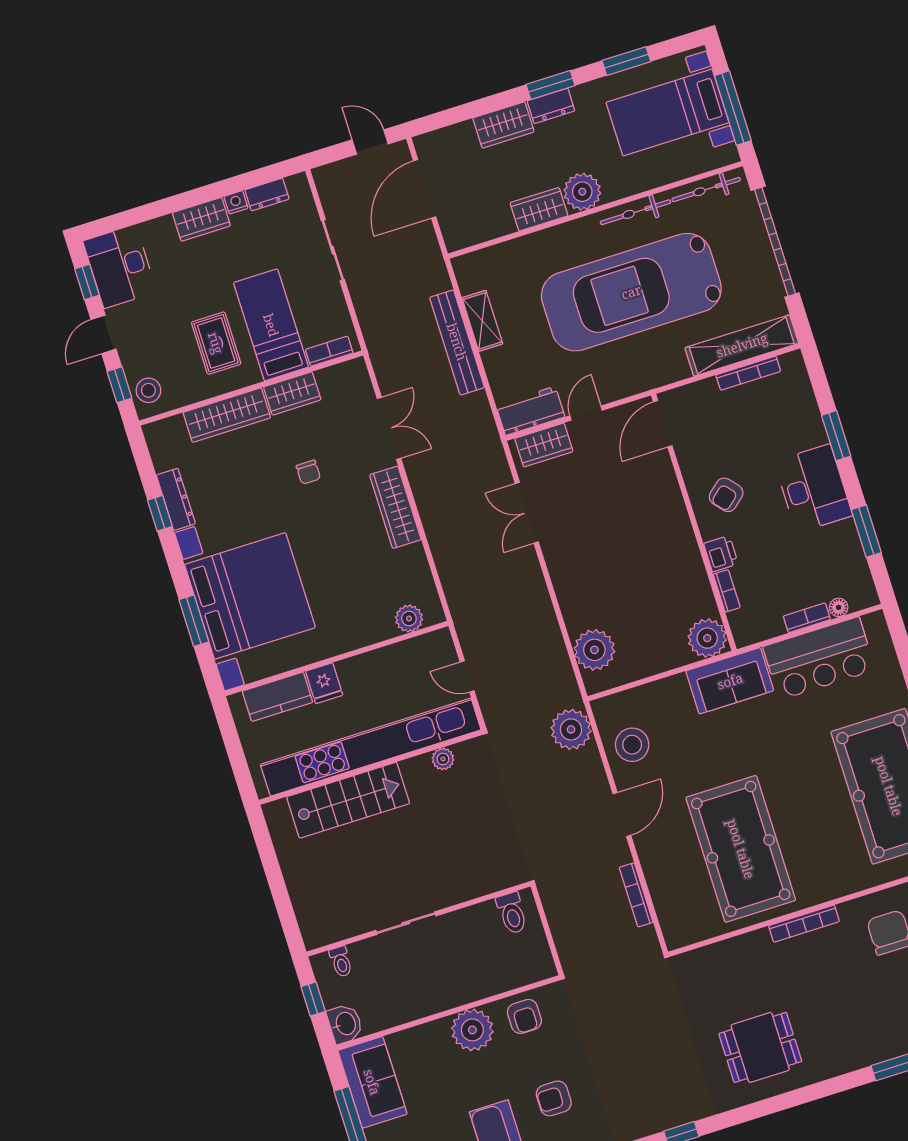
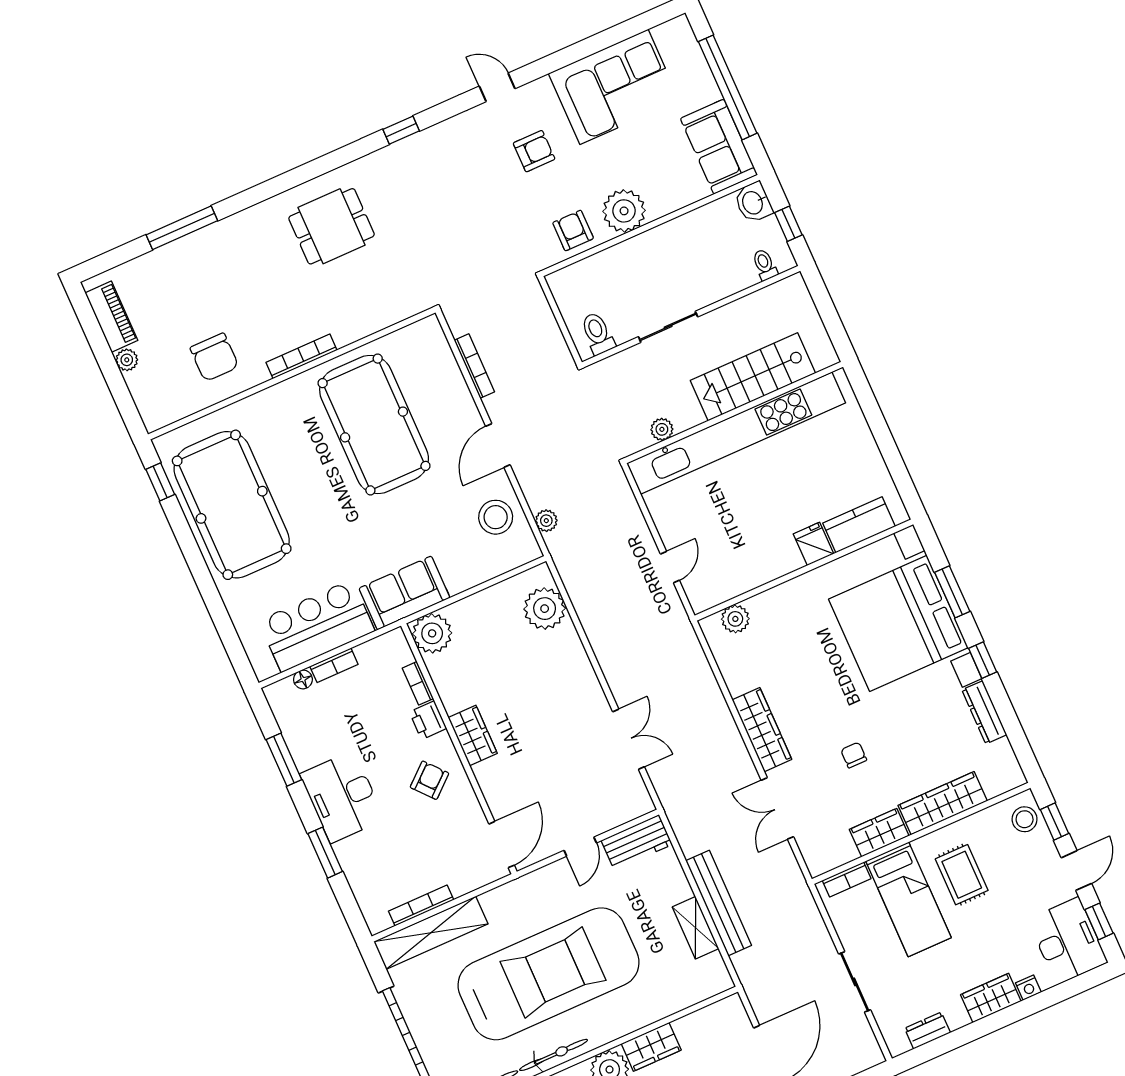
nightstand: (236, 202) -> (1028, 988), moved
wardrobe: (544, 445) -> (473, 735), moved, turned 90
window: (160, 513) -> (983, 660), moved
door: (467, 676) -> (670, 567), hinge flipped
plant: (571, 729) -> (546, 521), width x0.53, depth x0.53
kitchen unit: (371, 747) -> (736, 433), moved
plant: (443, 759) -> (662, 429), moved
wall: (371, 767) -> (734, 413), moved
stairs: (348, 800) -> (753, 377), moved
sliding door: (406, 923) -> (668, 327), moved

